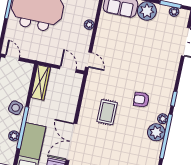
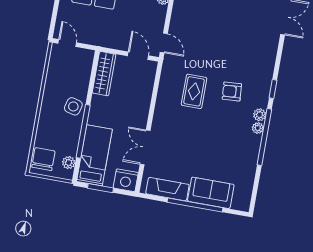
rug: (107, 112) -> (194, 91), moved
plant: (156, 132) -> (258, 128), width x0.53, depth x0.53
plant: (14, 136) -> (69, 163), moved
double door: (71, 142) -> (145, 147), width x0.73

